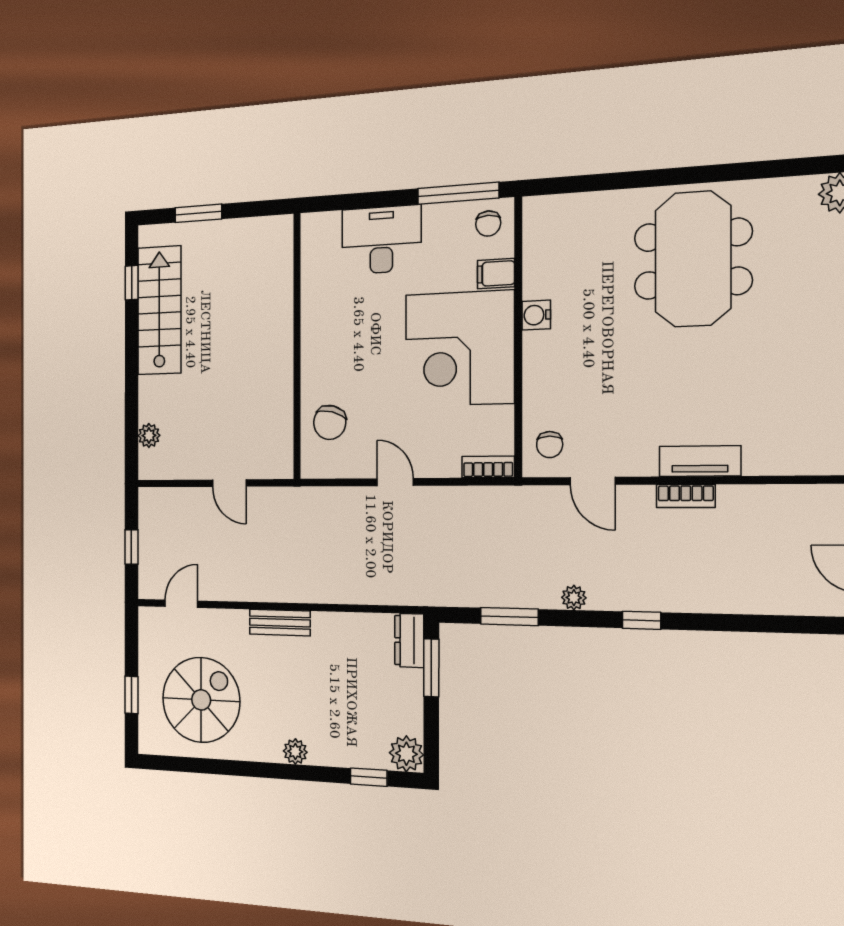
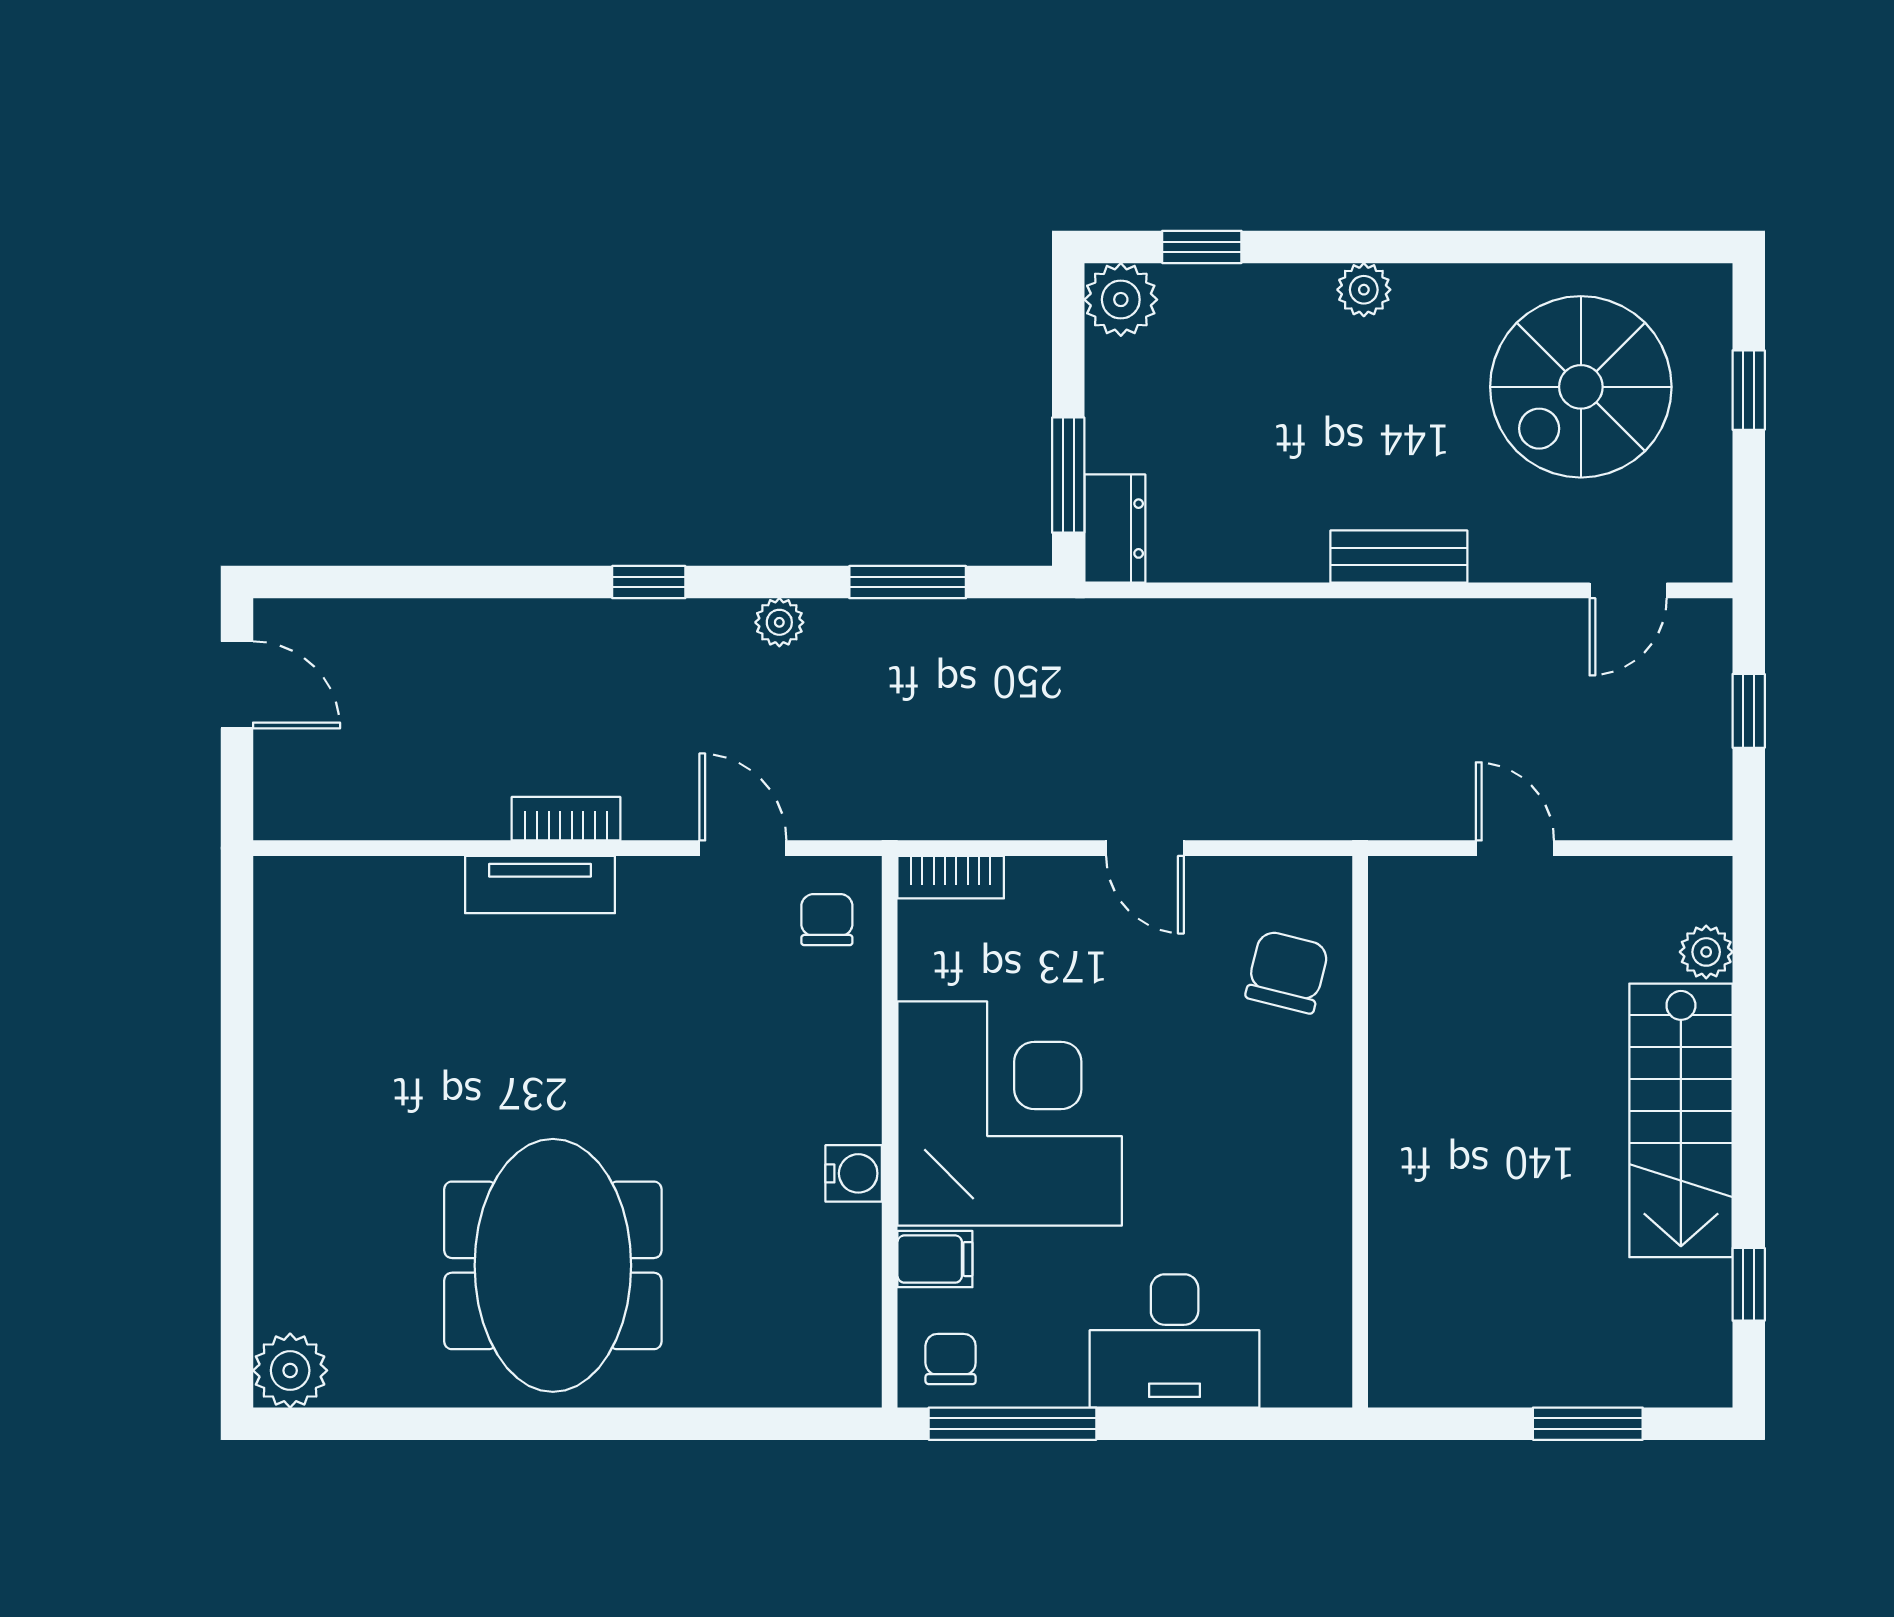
stairs: (159, 310) -> (1681, 1120), moved

